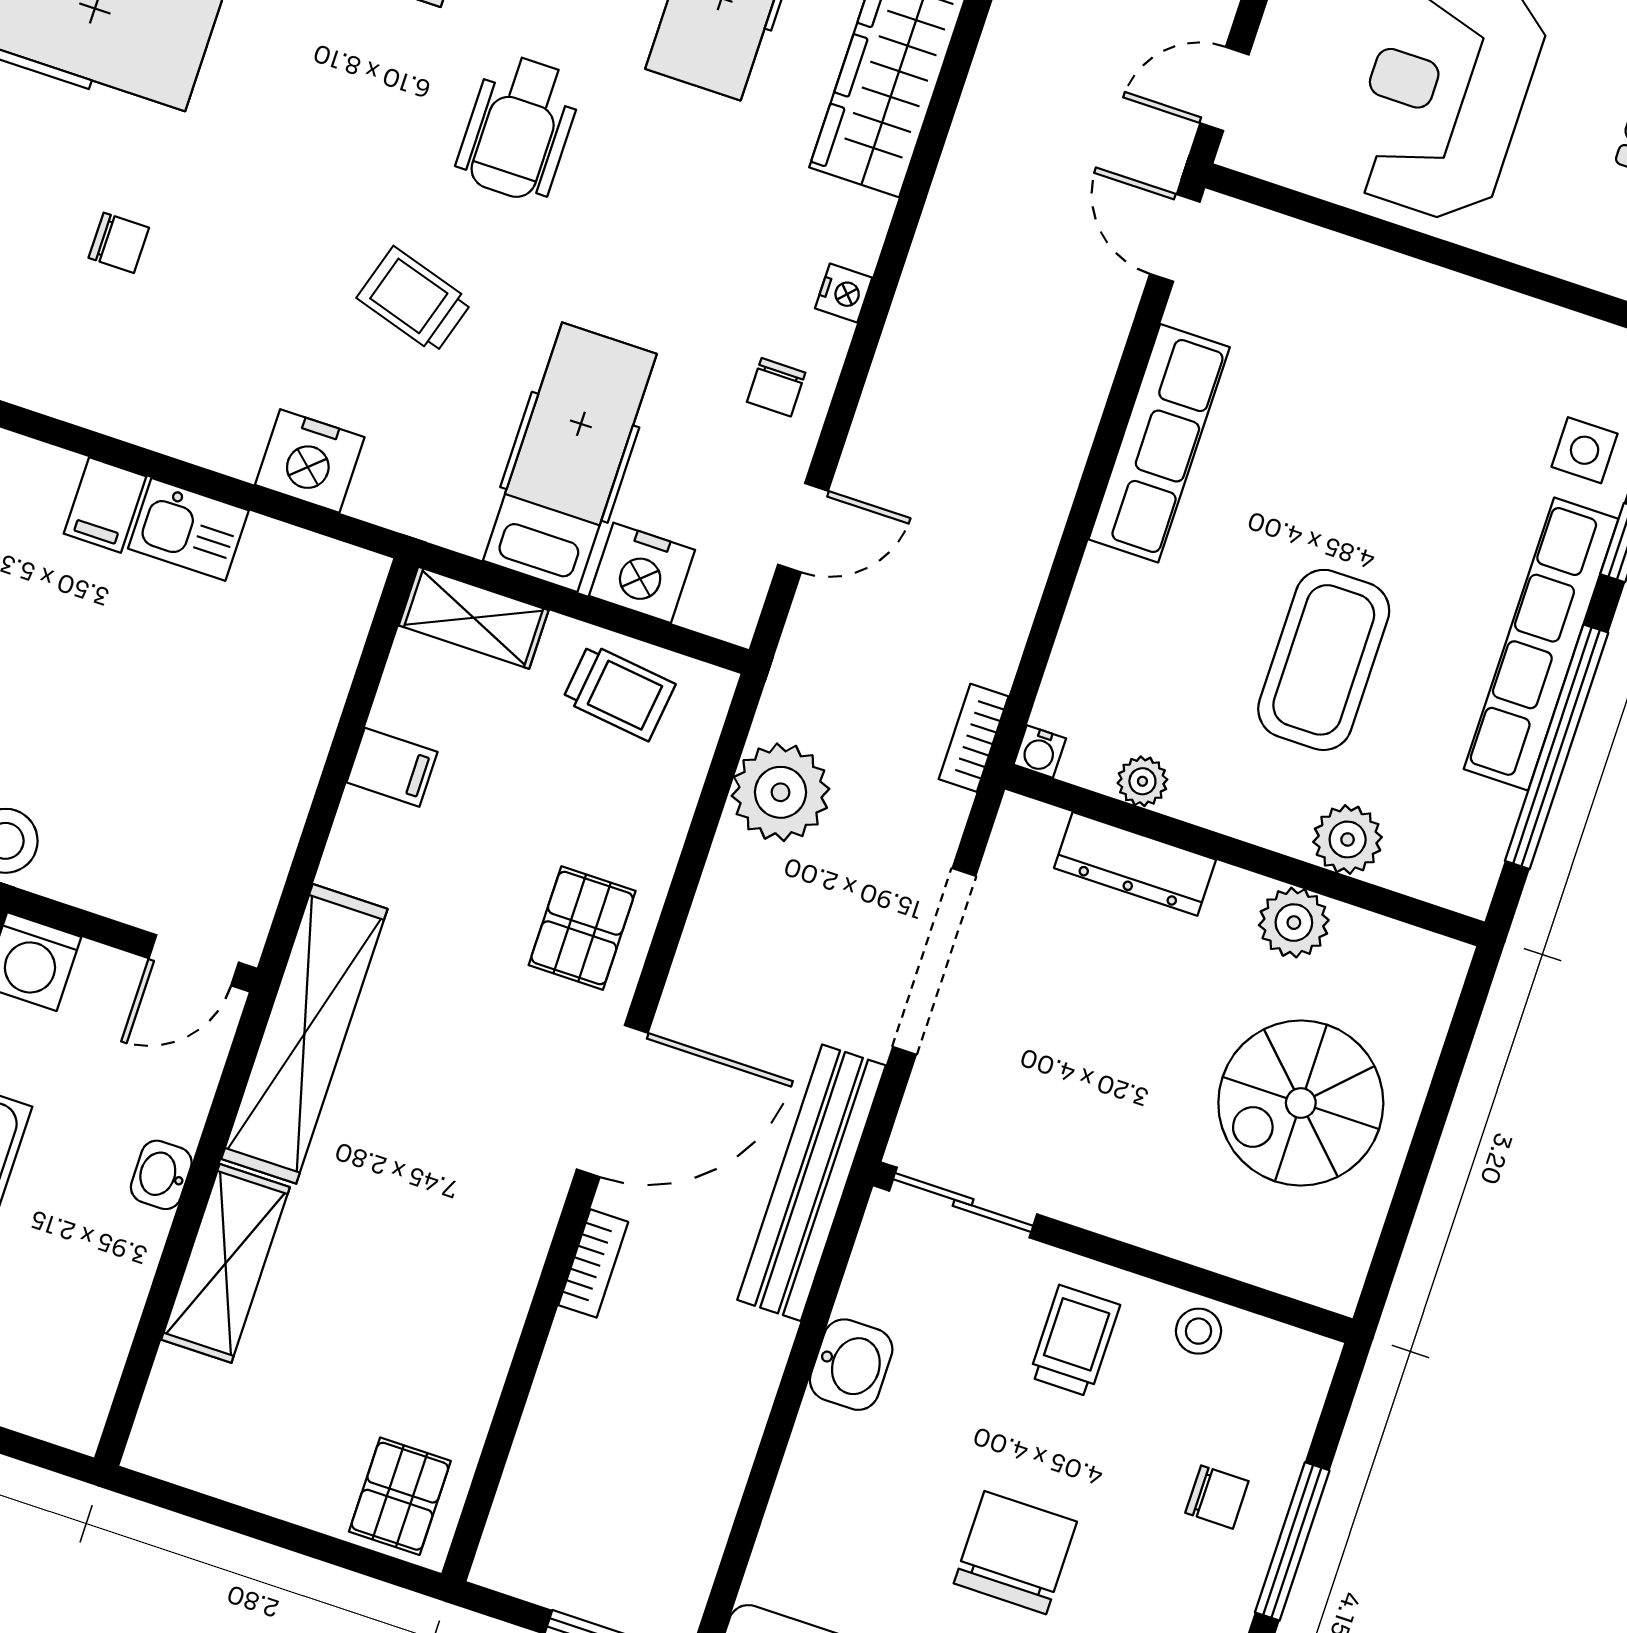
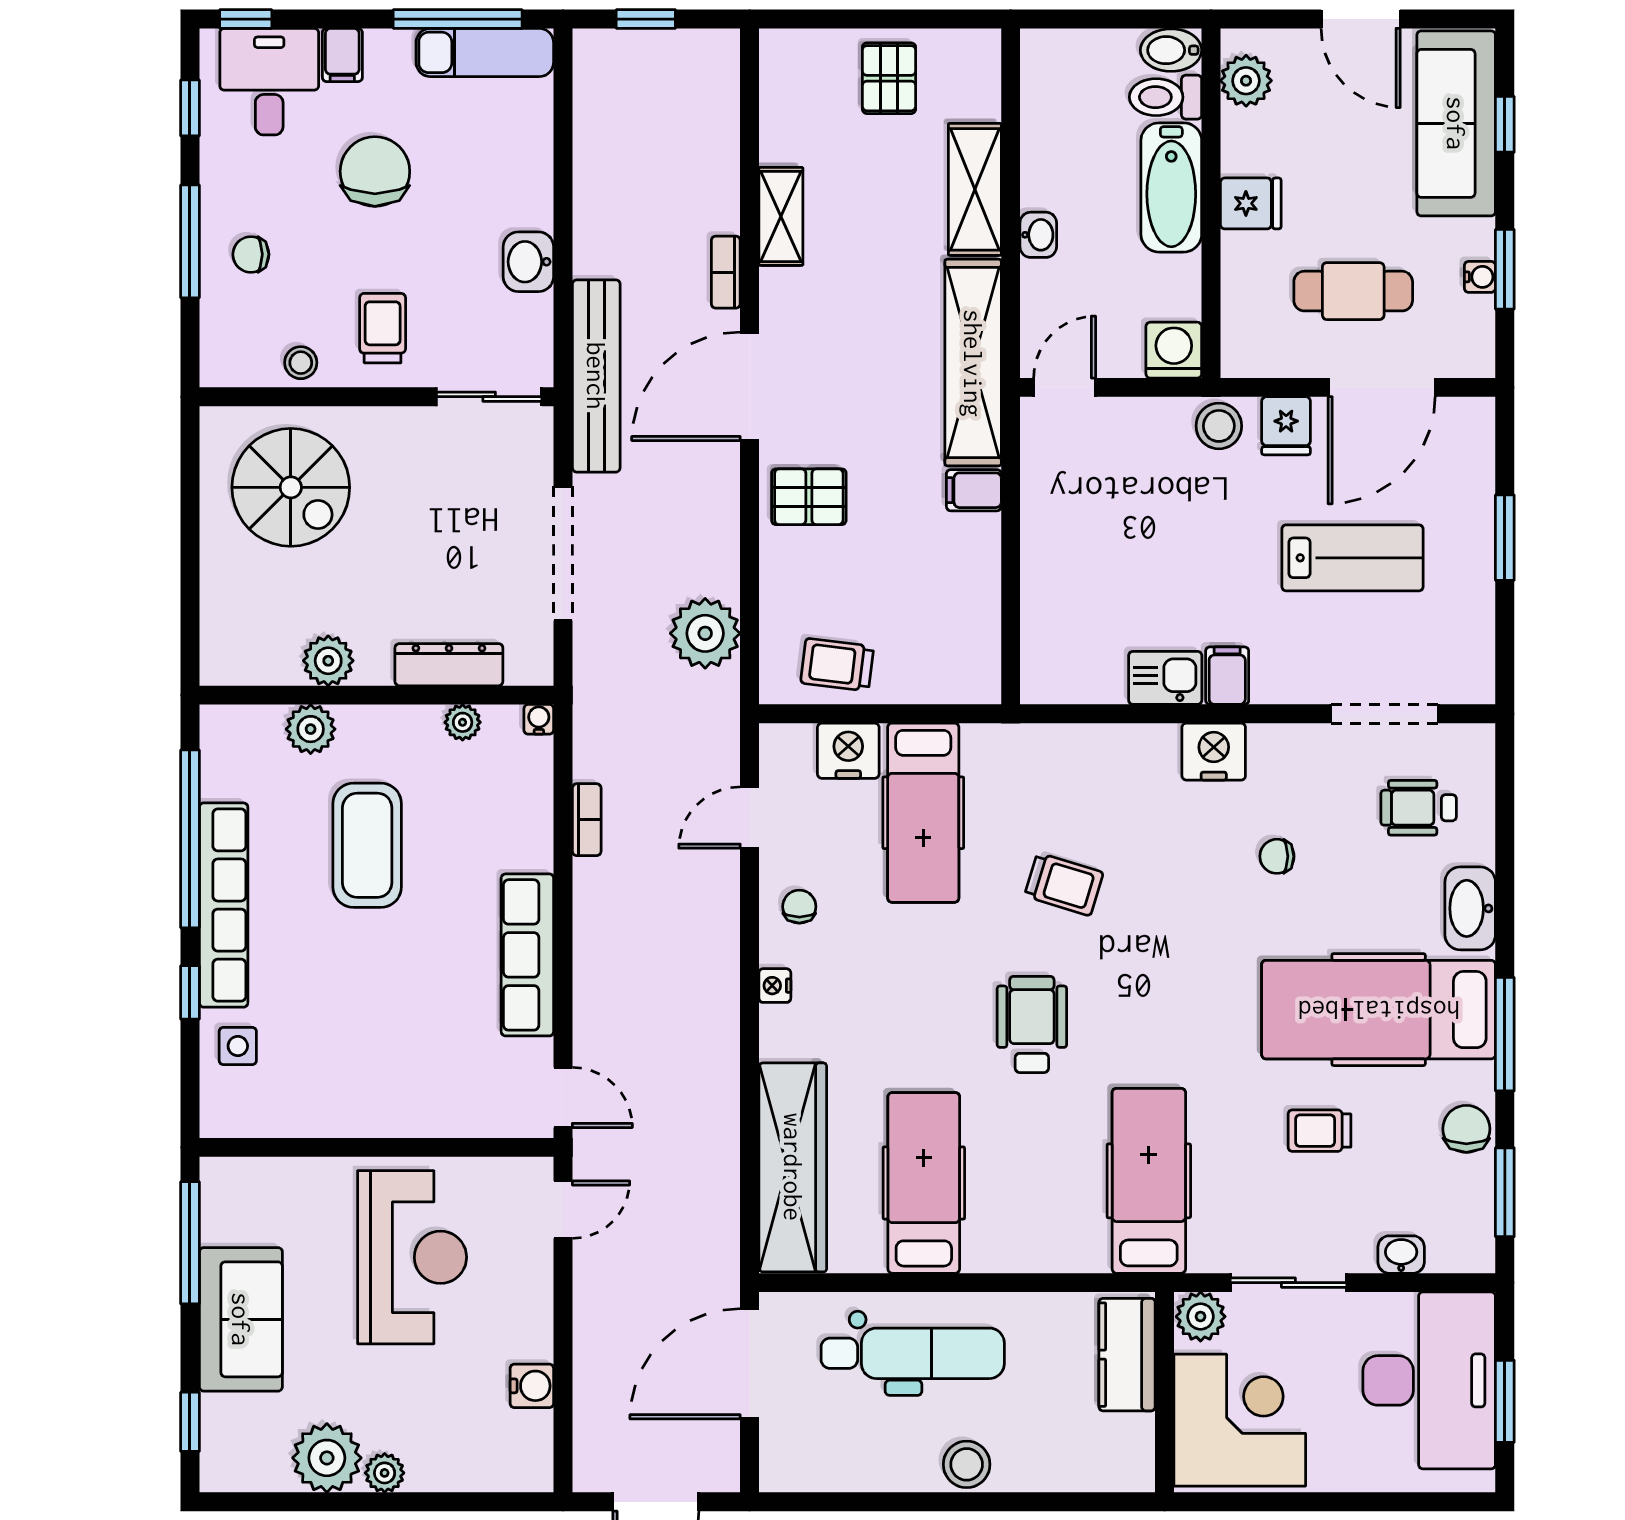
nightstand: (310, 461) -> (1214, 752), moved
shelving: (474, 618) -> (781, 216), moved, turned 90
bookcase: (974, 738) -> (587, 820), moved
filing cabinet: (392, 767) -> (974, 490), moved
pallet: (582, 928) -> (809, 497), turned 90
spiral stairs: (1301, 1103) -> (291, 487), moved, turned 90
trolley: (1074, 1341) -> (383, 328), turned 180
pallet: (400, 1496) -> (889, 78), moved
chair: (1015, 1553) -> (375, 171), turned 180

